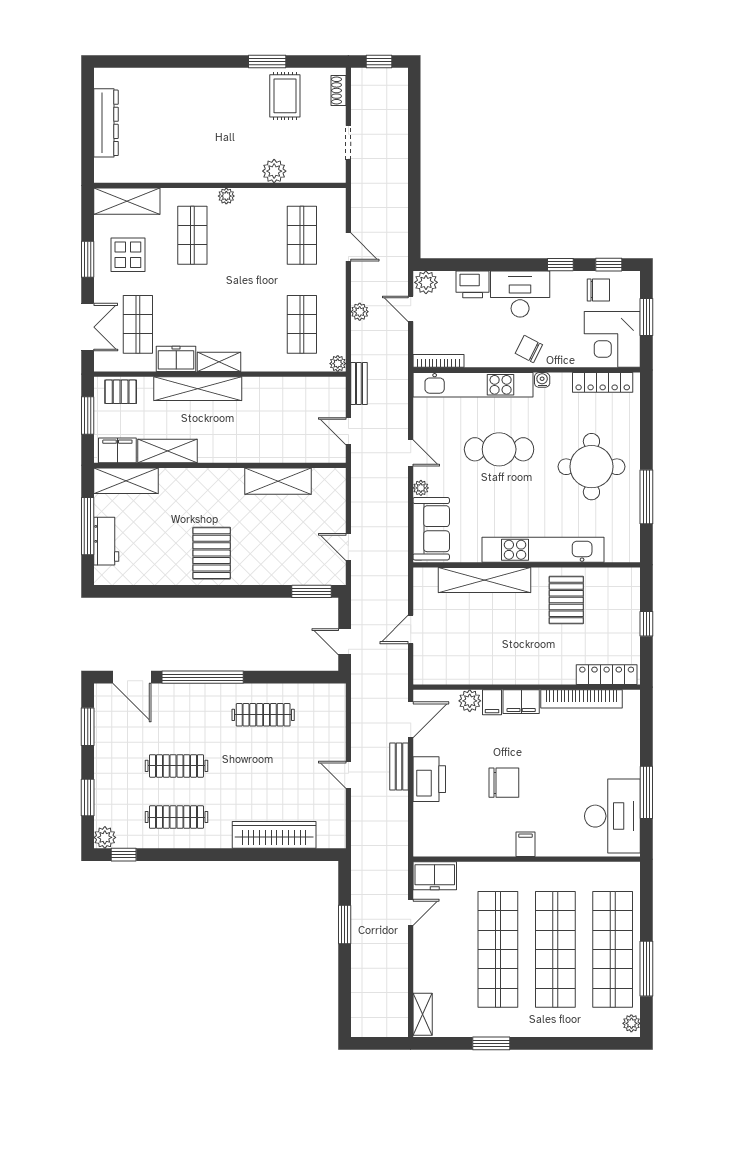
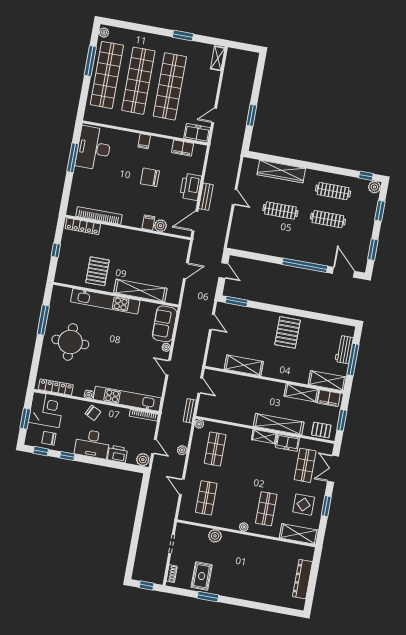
cafe table: (499, 449) -> (119, 361), removed
filing cabinet: (521, 702) -> (182, 148), moved, turned 180
clothes rail: (263, 715) -> (280, 210), moved

